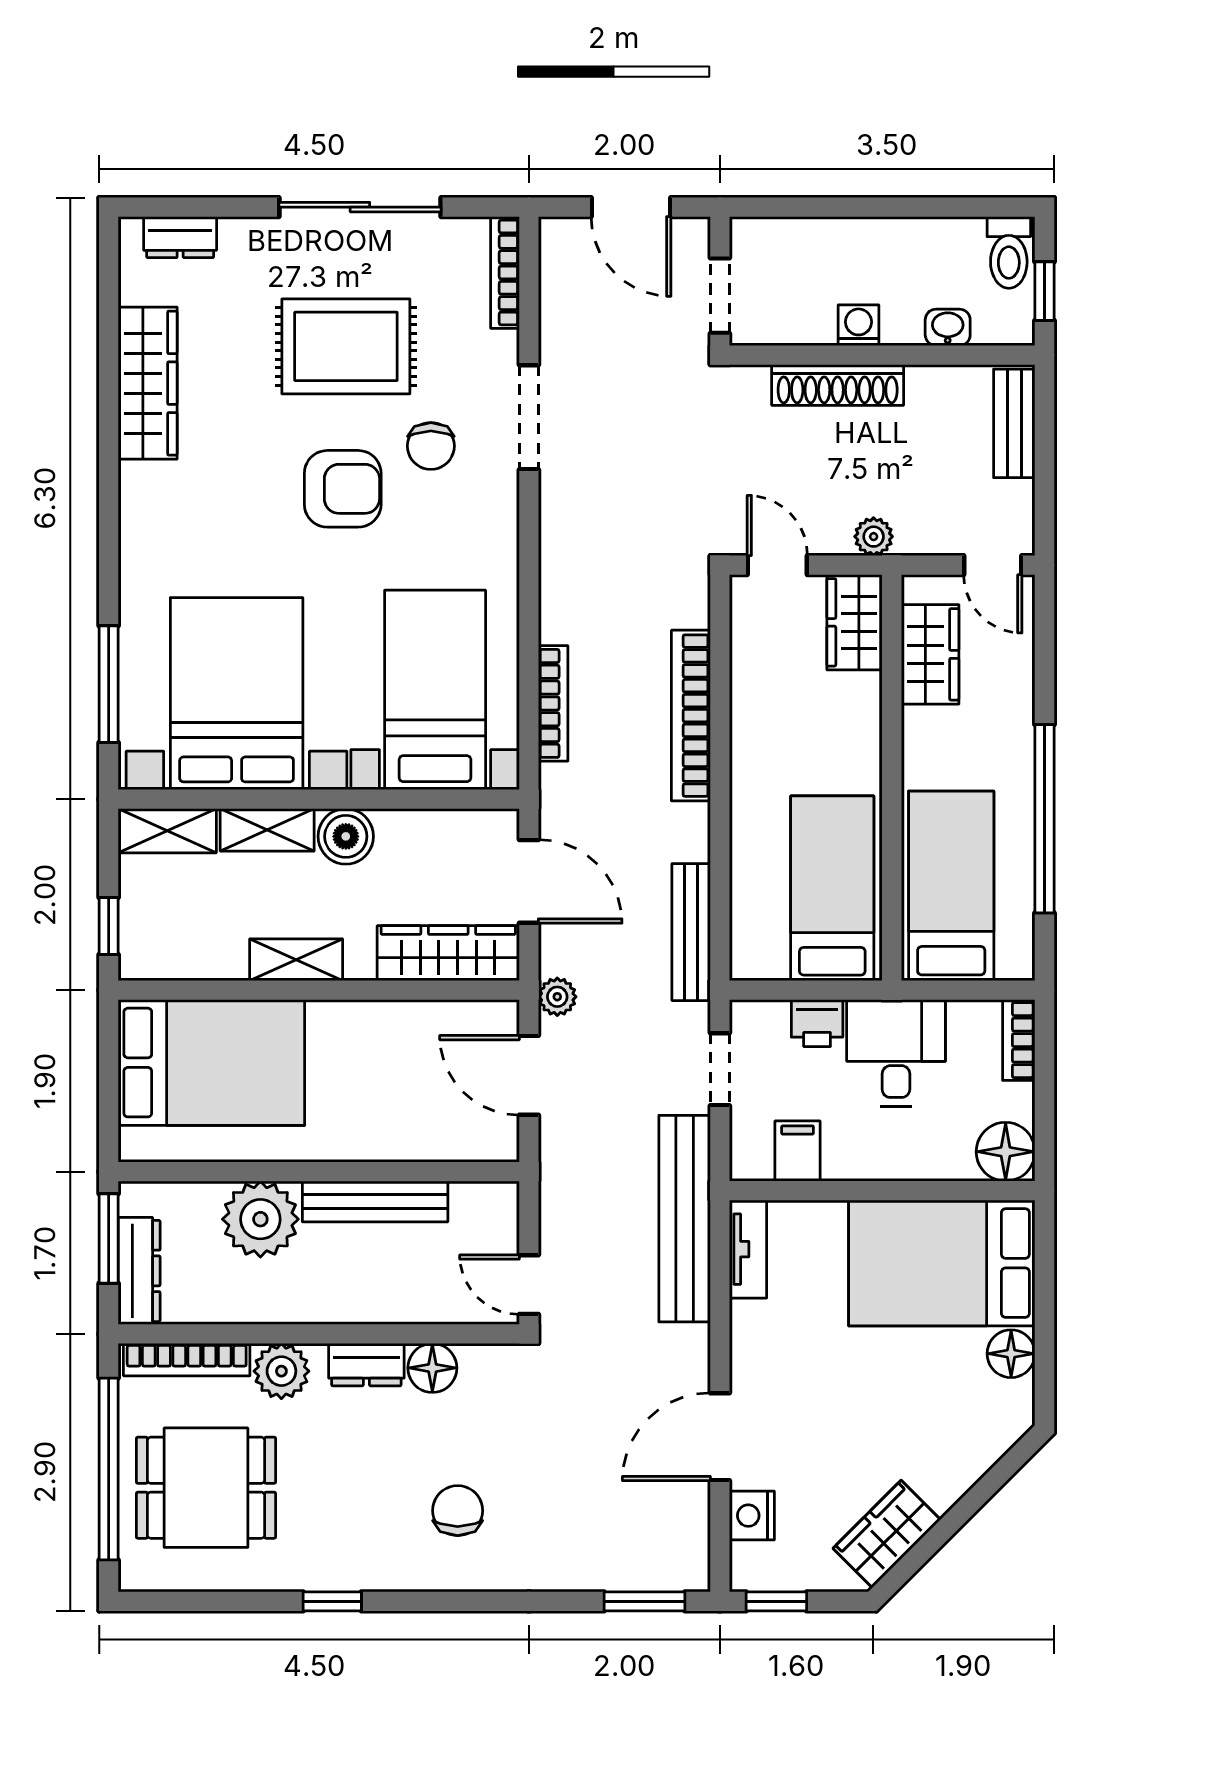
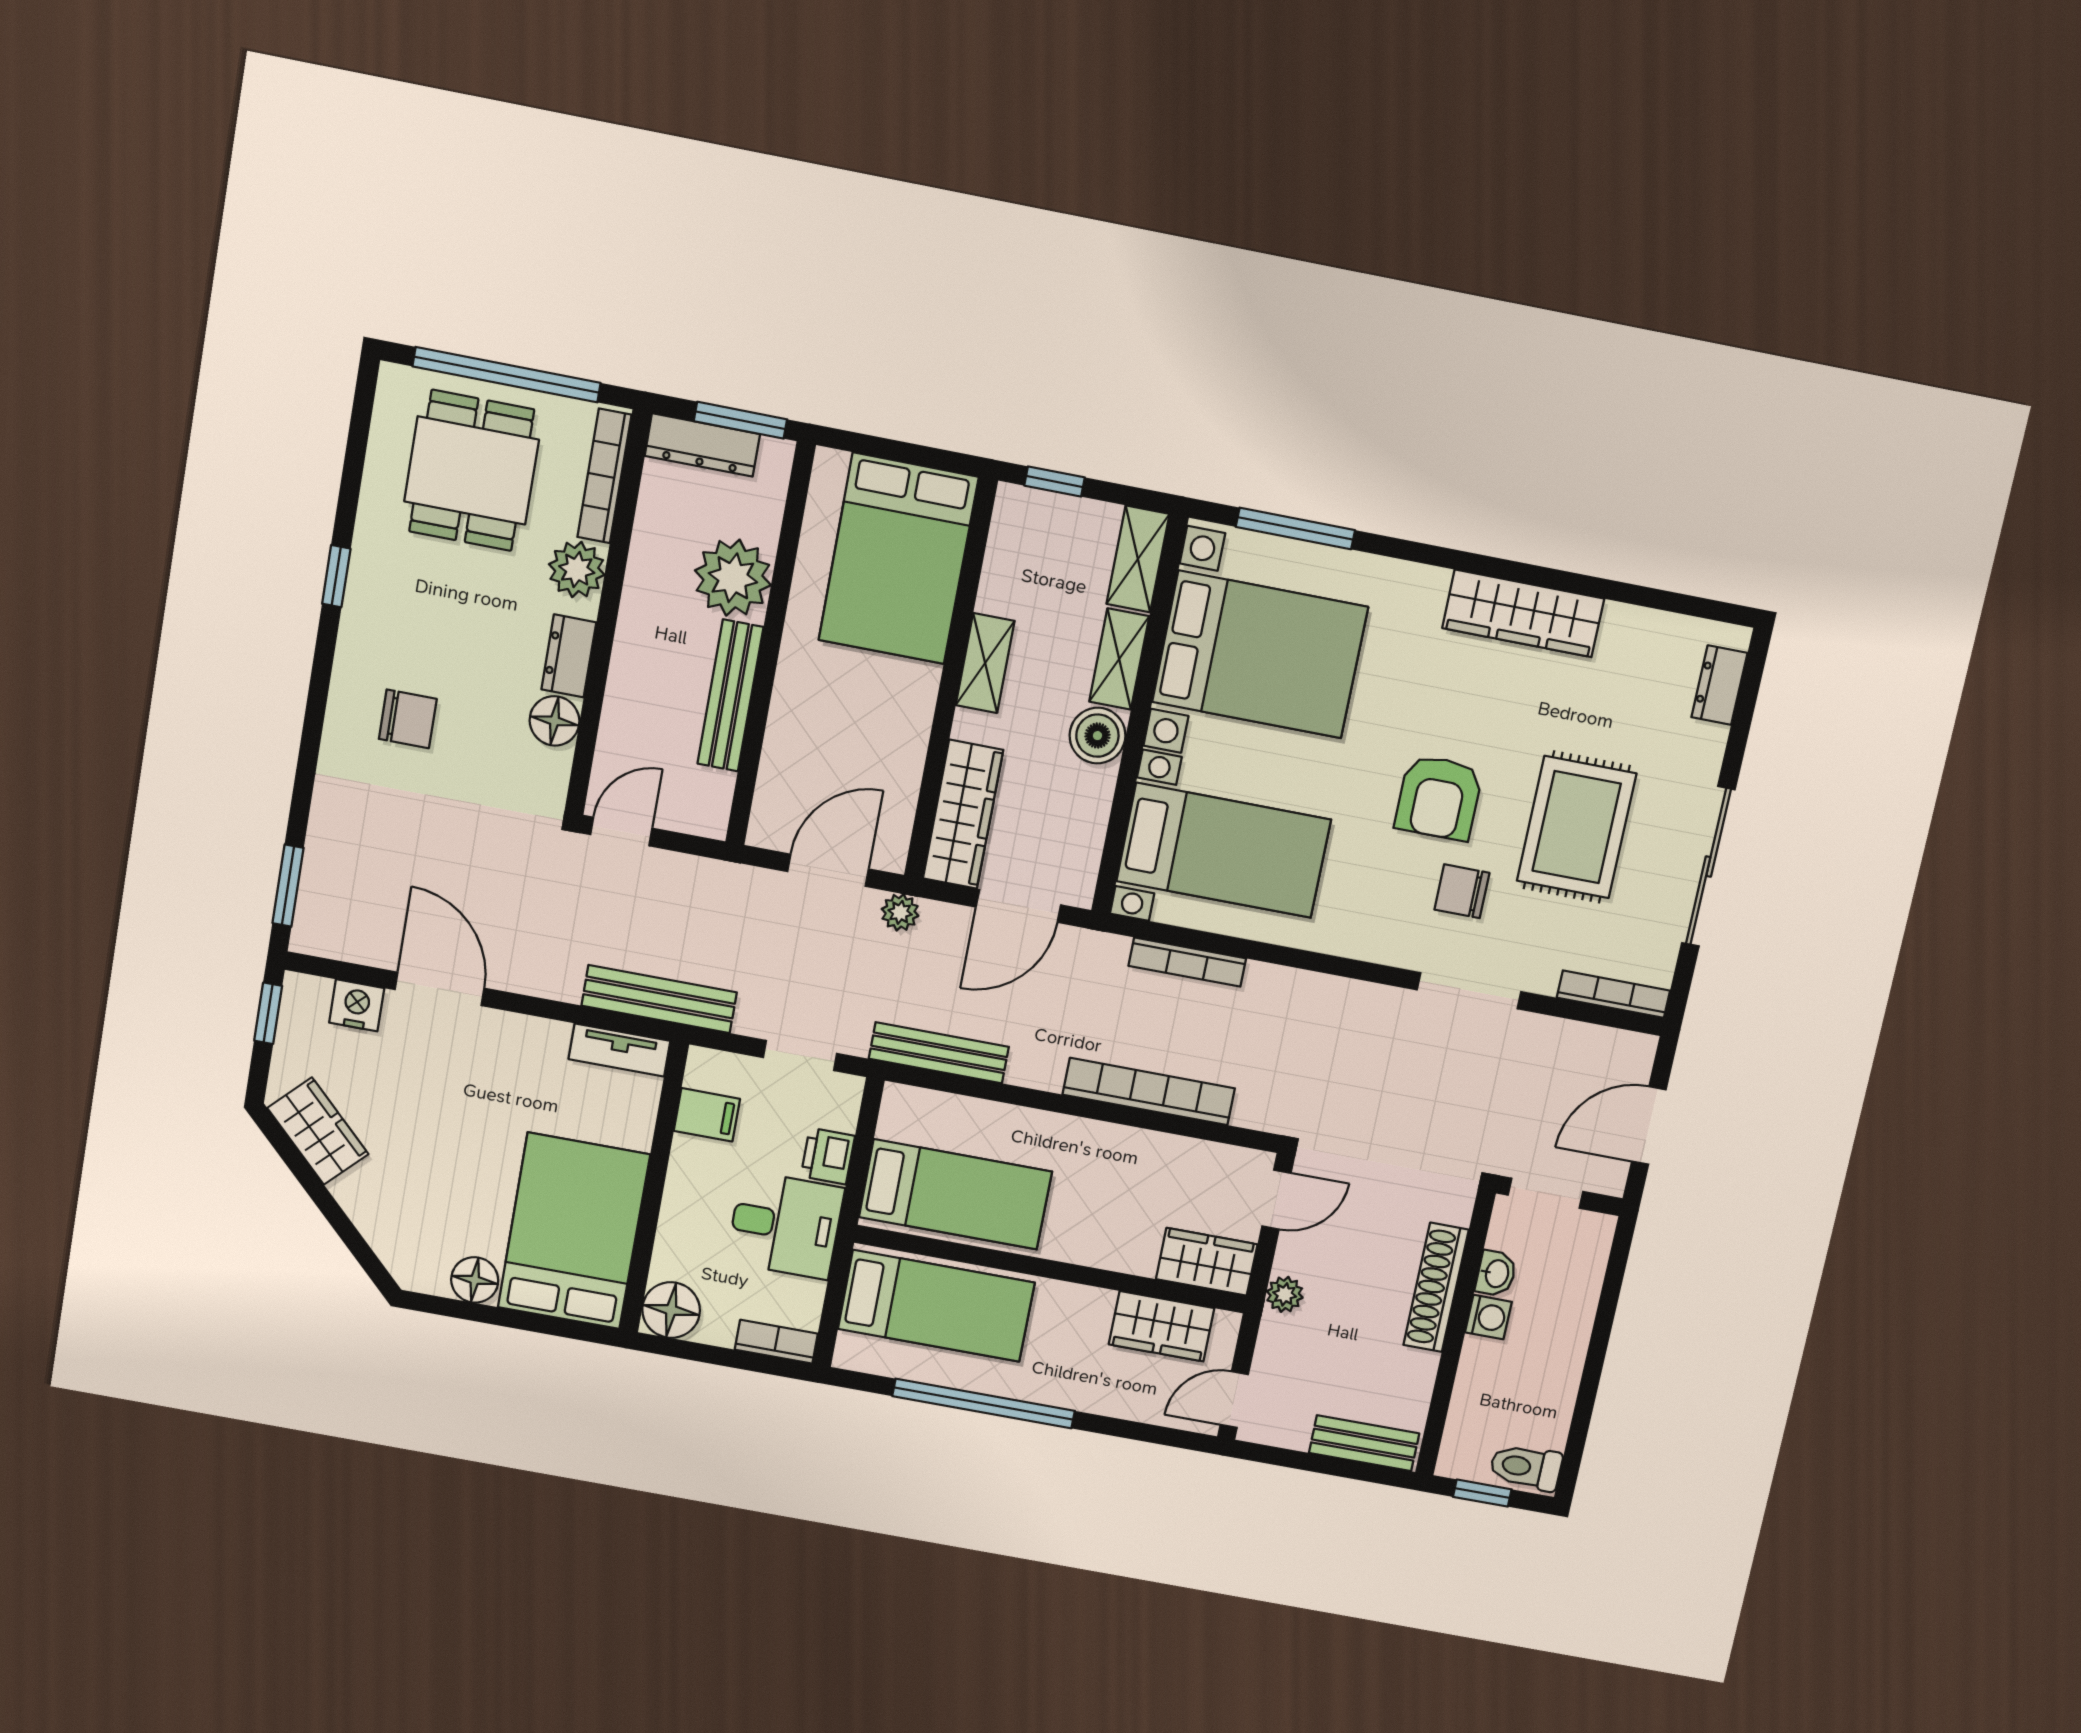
washbasin: (948, 327) -> (1496, 1273), moved
wardrobe: (148, 383) -> (1523, 613), moved
bench: (685, 1219) -> (659, 999), width x0.73, depth x0.82

